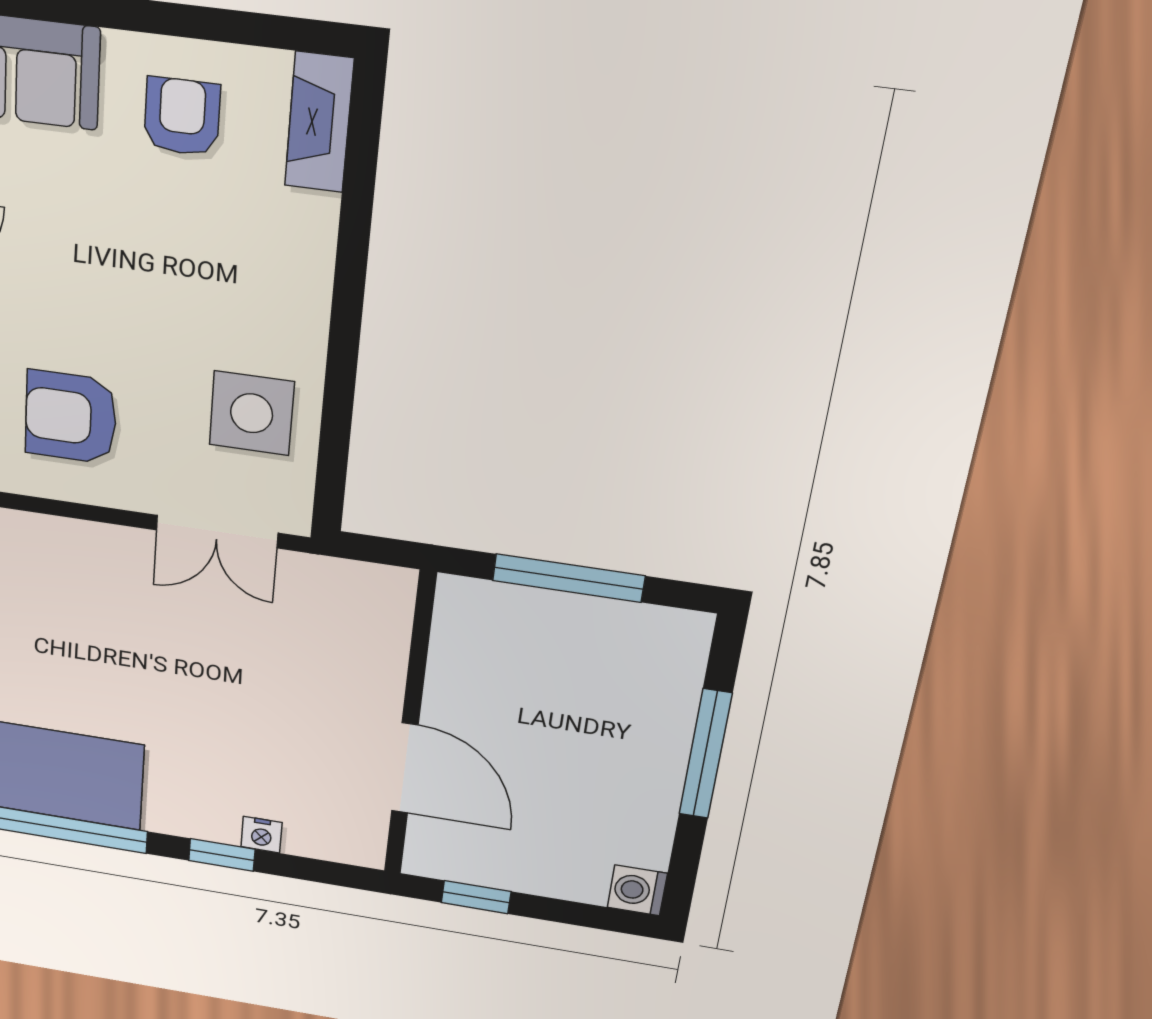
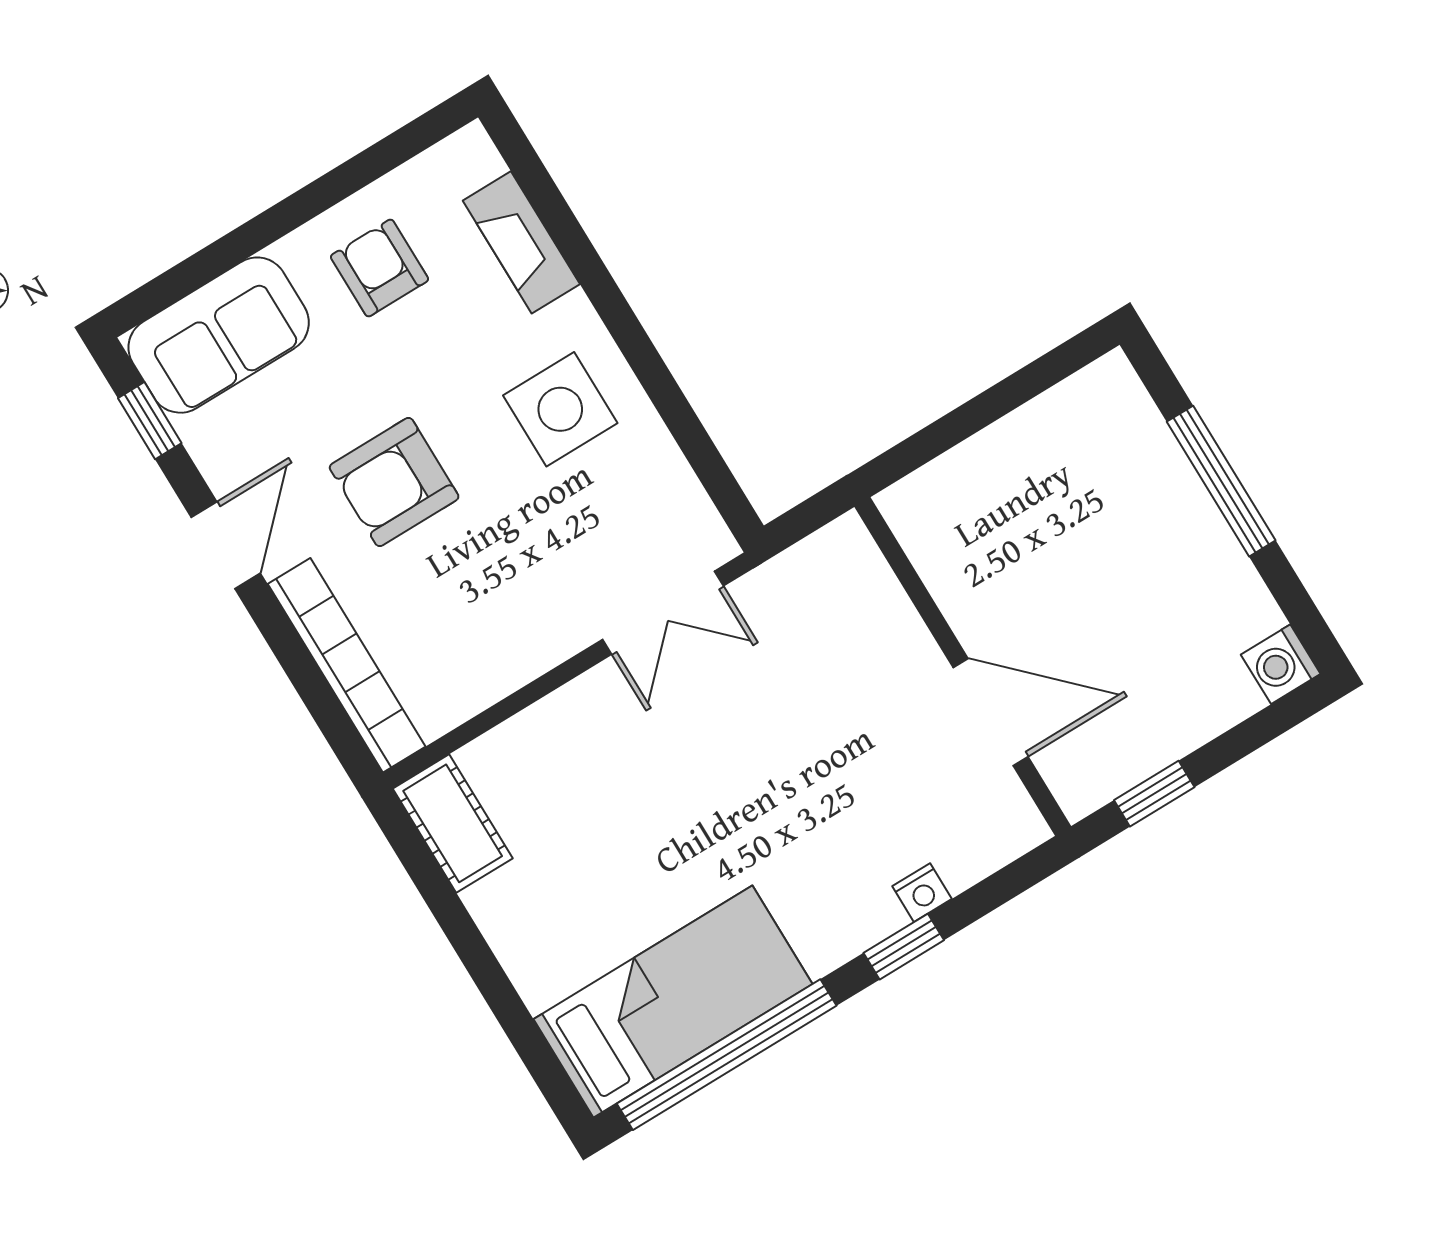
fireplace: (319, 122) -> (521, 242), moved
side table: (252, 413) -> (560, 409), moved
armchair: (71, 417) -> (394, 482), moved
window: (569, 578) -> (978, 413), removed

